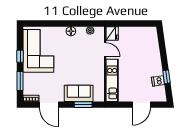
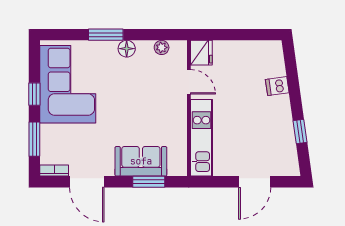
window: (59, 24) -> (106, 35), added
dishwasher: (158, 81) -> (277, 86), moved

